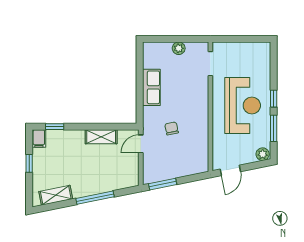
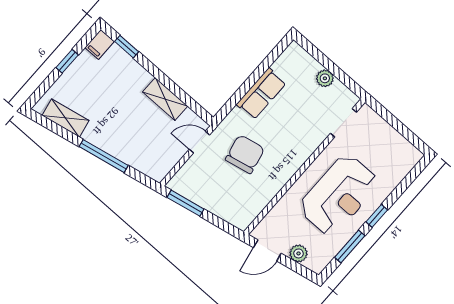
chair: (172, 128) -> (245, 154), width x1.87, depth x1.87
plant: (263, 154) -> (299, 253), moved

